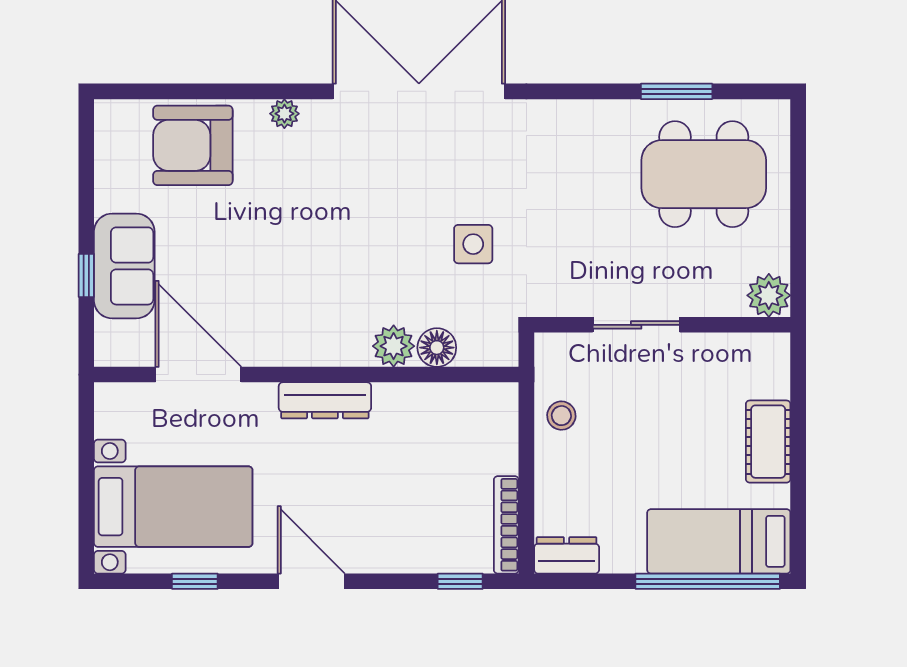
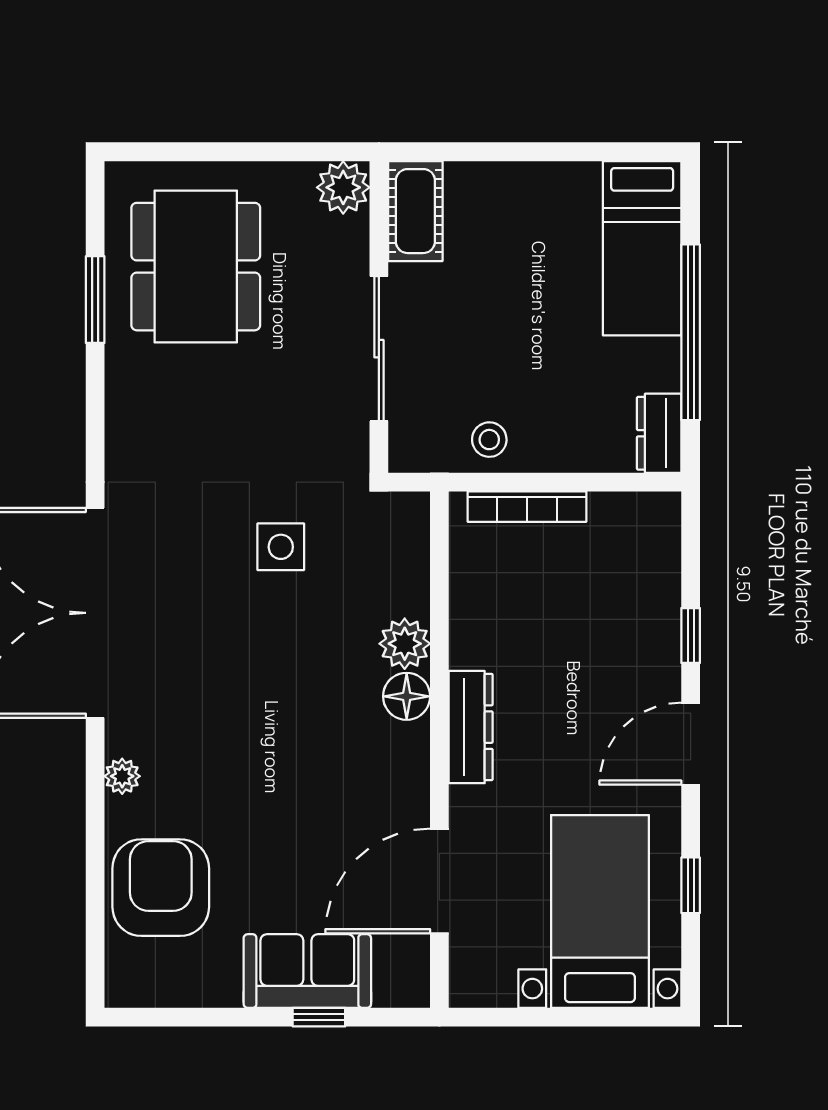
armchair: (193, 145) -> (161, 888), turned 180
sliding door: (636, 325) -> (379, 349), width x1.37
floor lamp: (437, 348) -> (407, 696), moved
cot: (768, 442) -> (415, 211), moved, turned 90
bookcase: (506, 525) -> (527, 507), moved
window: (460, 581) -> (691, 636), moved
window: (708, 581) -> (691, 332), moved

